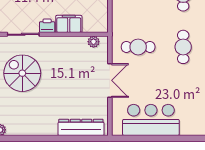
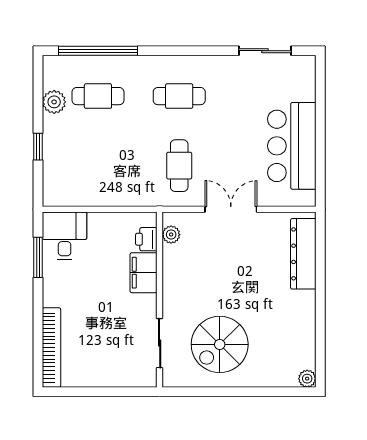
printer: (47, 26) -> (146, 239), moved

